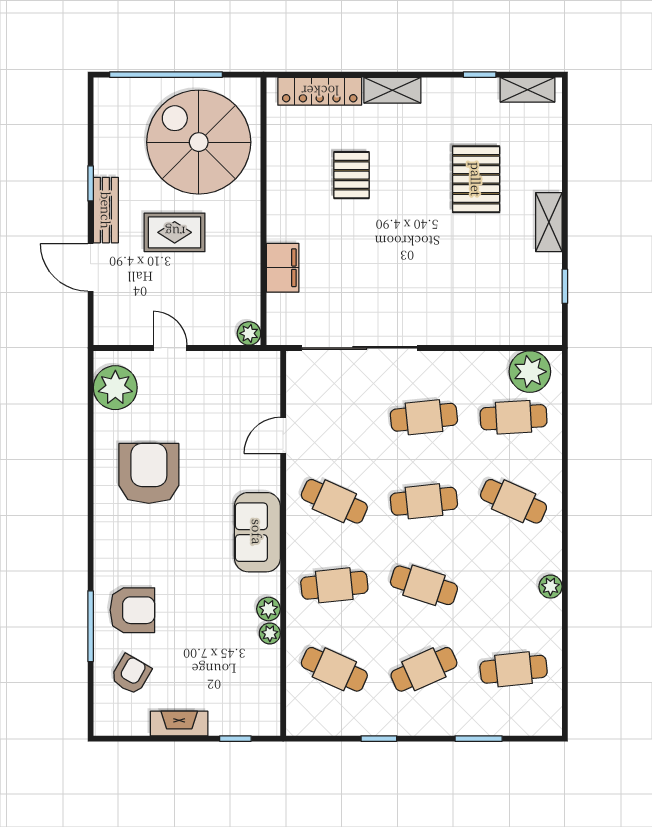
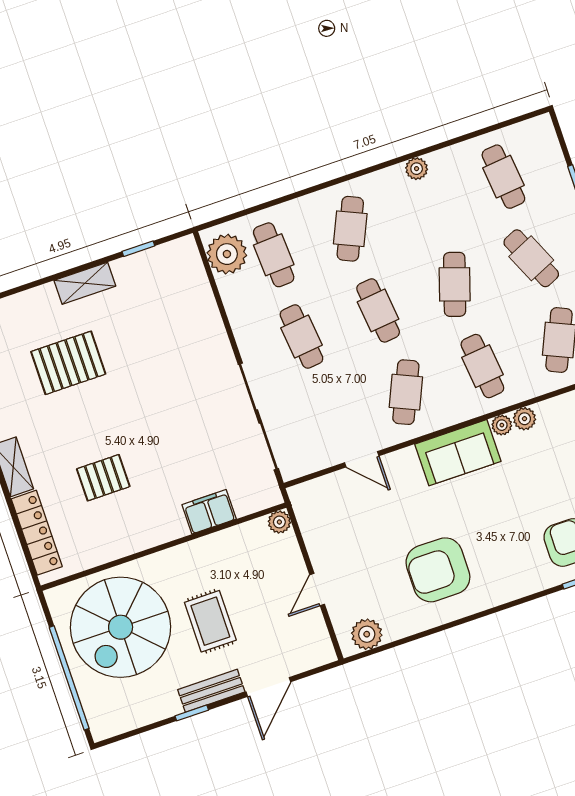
plant: (115, 388) -> (367, 634), width x0.73, depth x0.73
plant: (270, 633) -> (502, 425), moved

